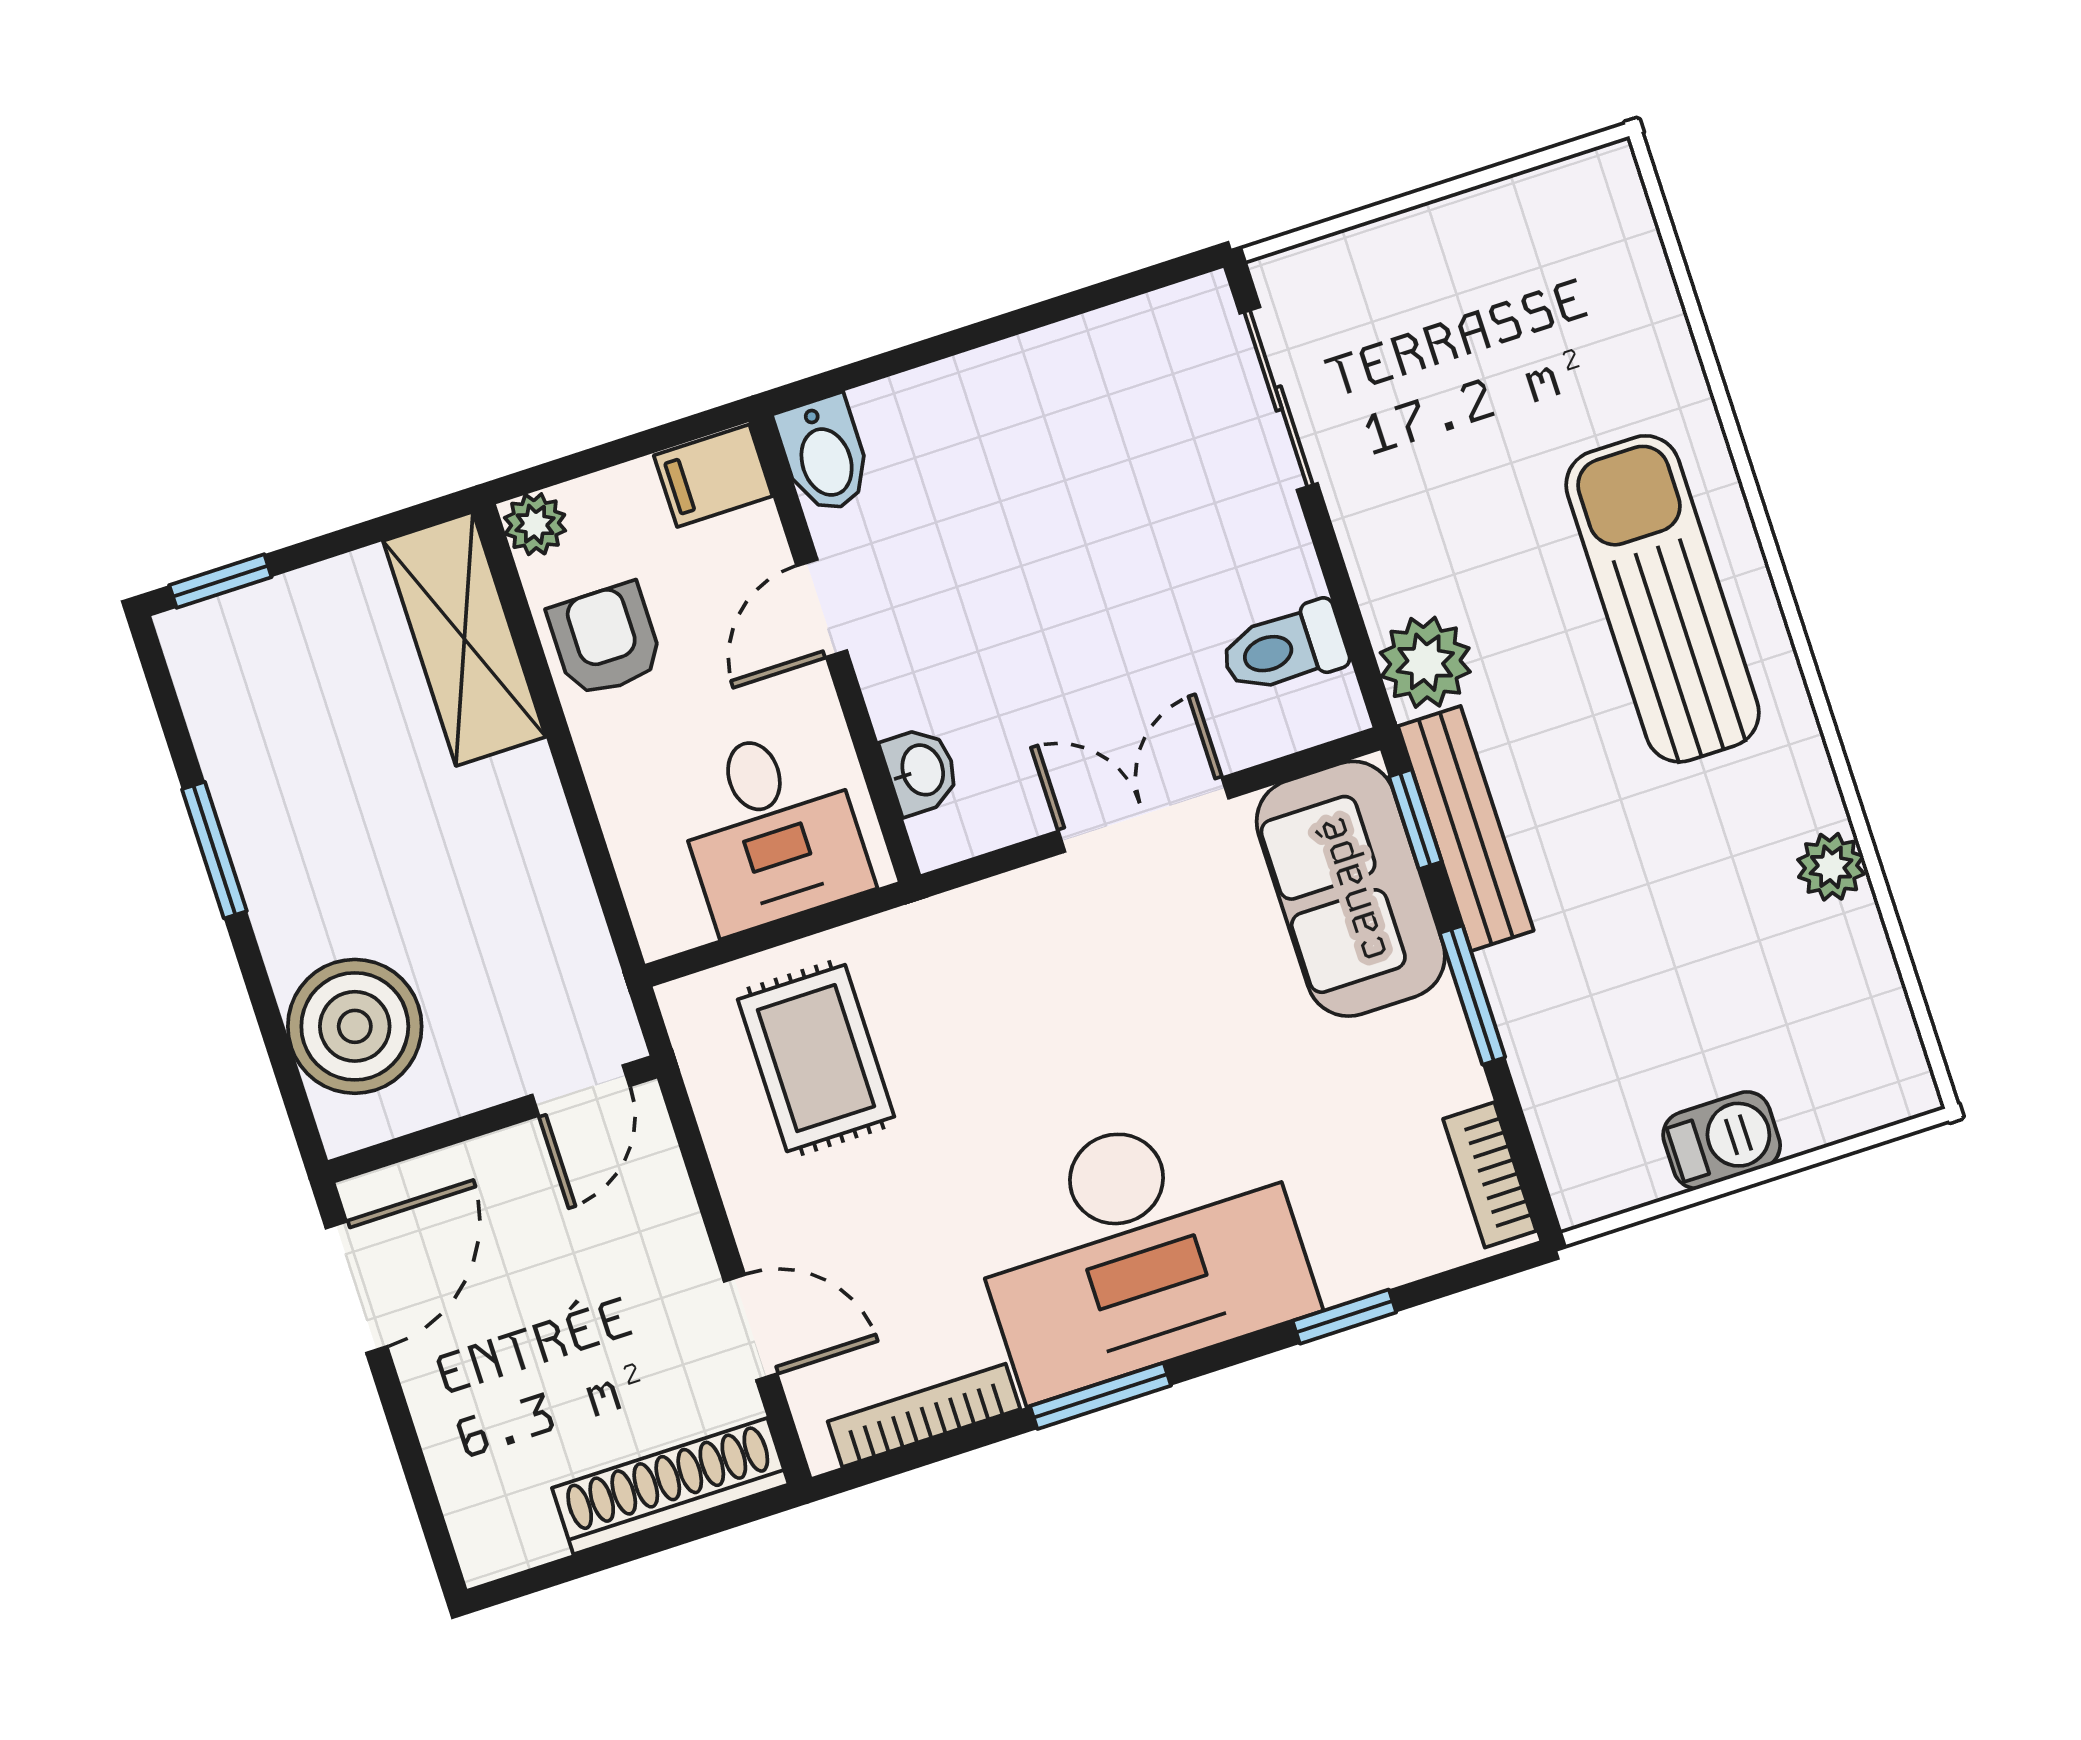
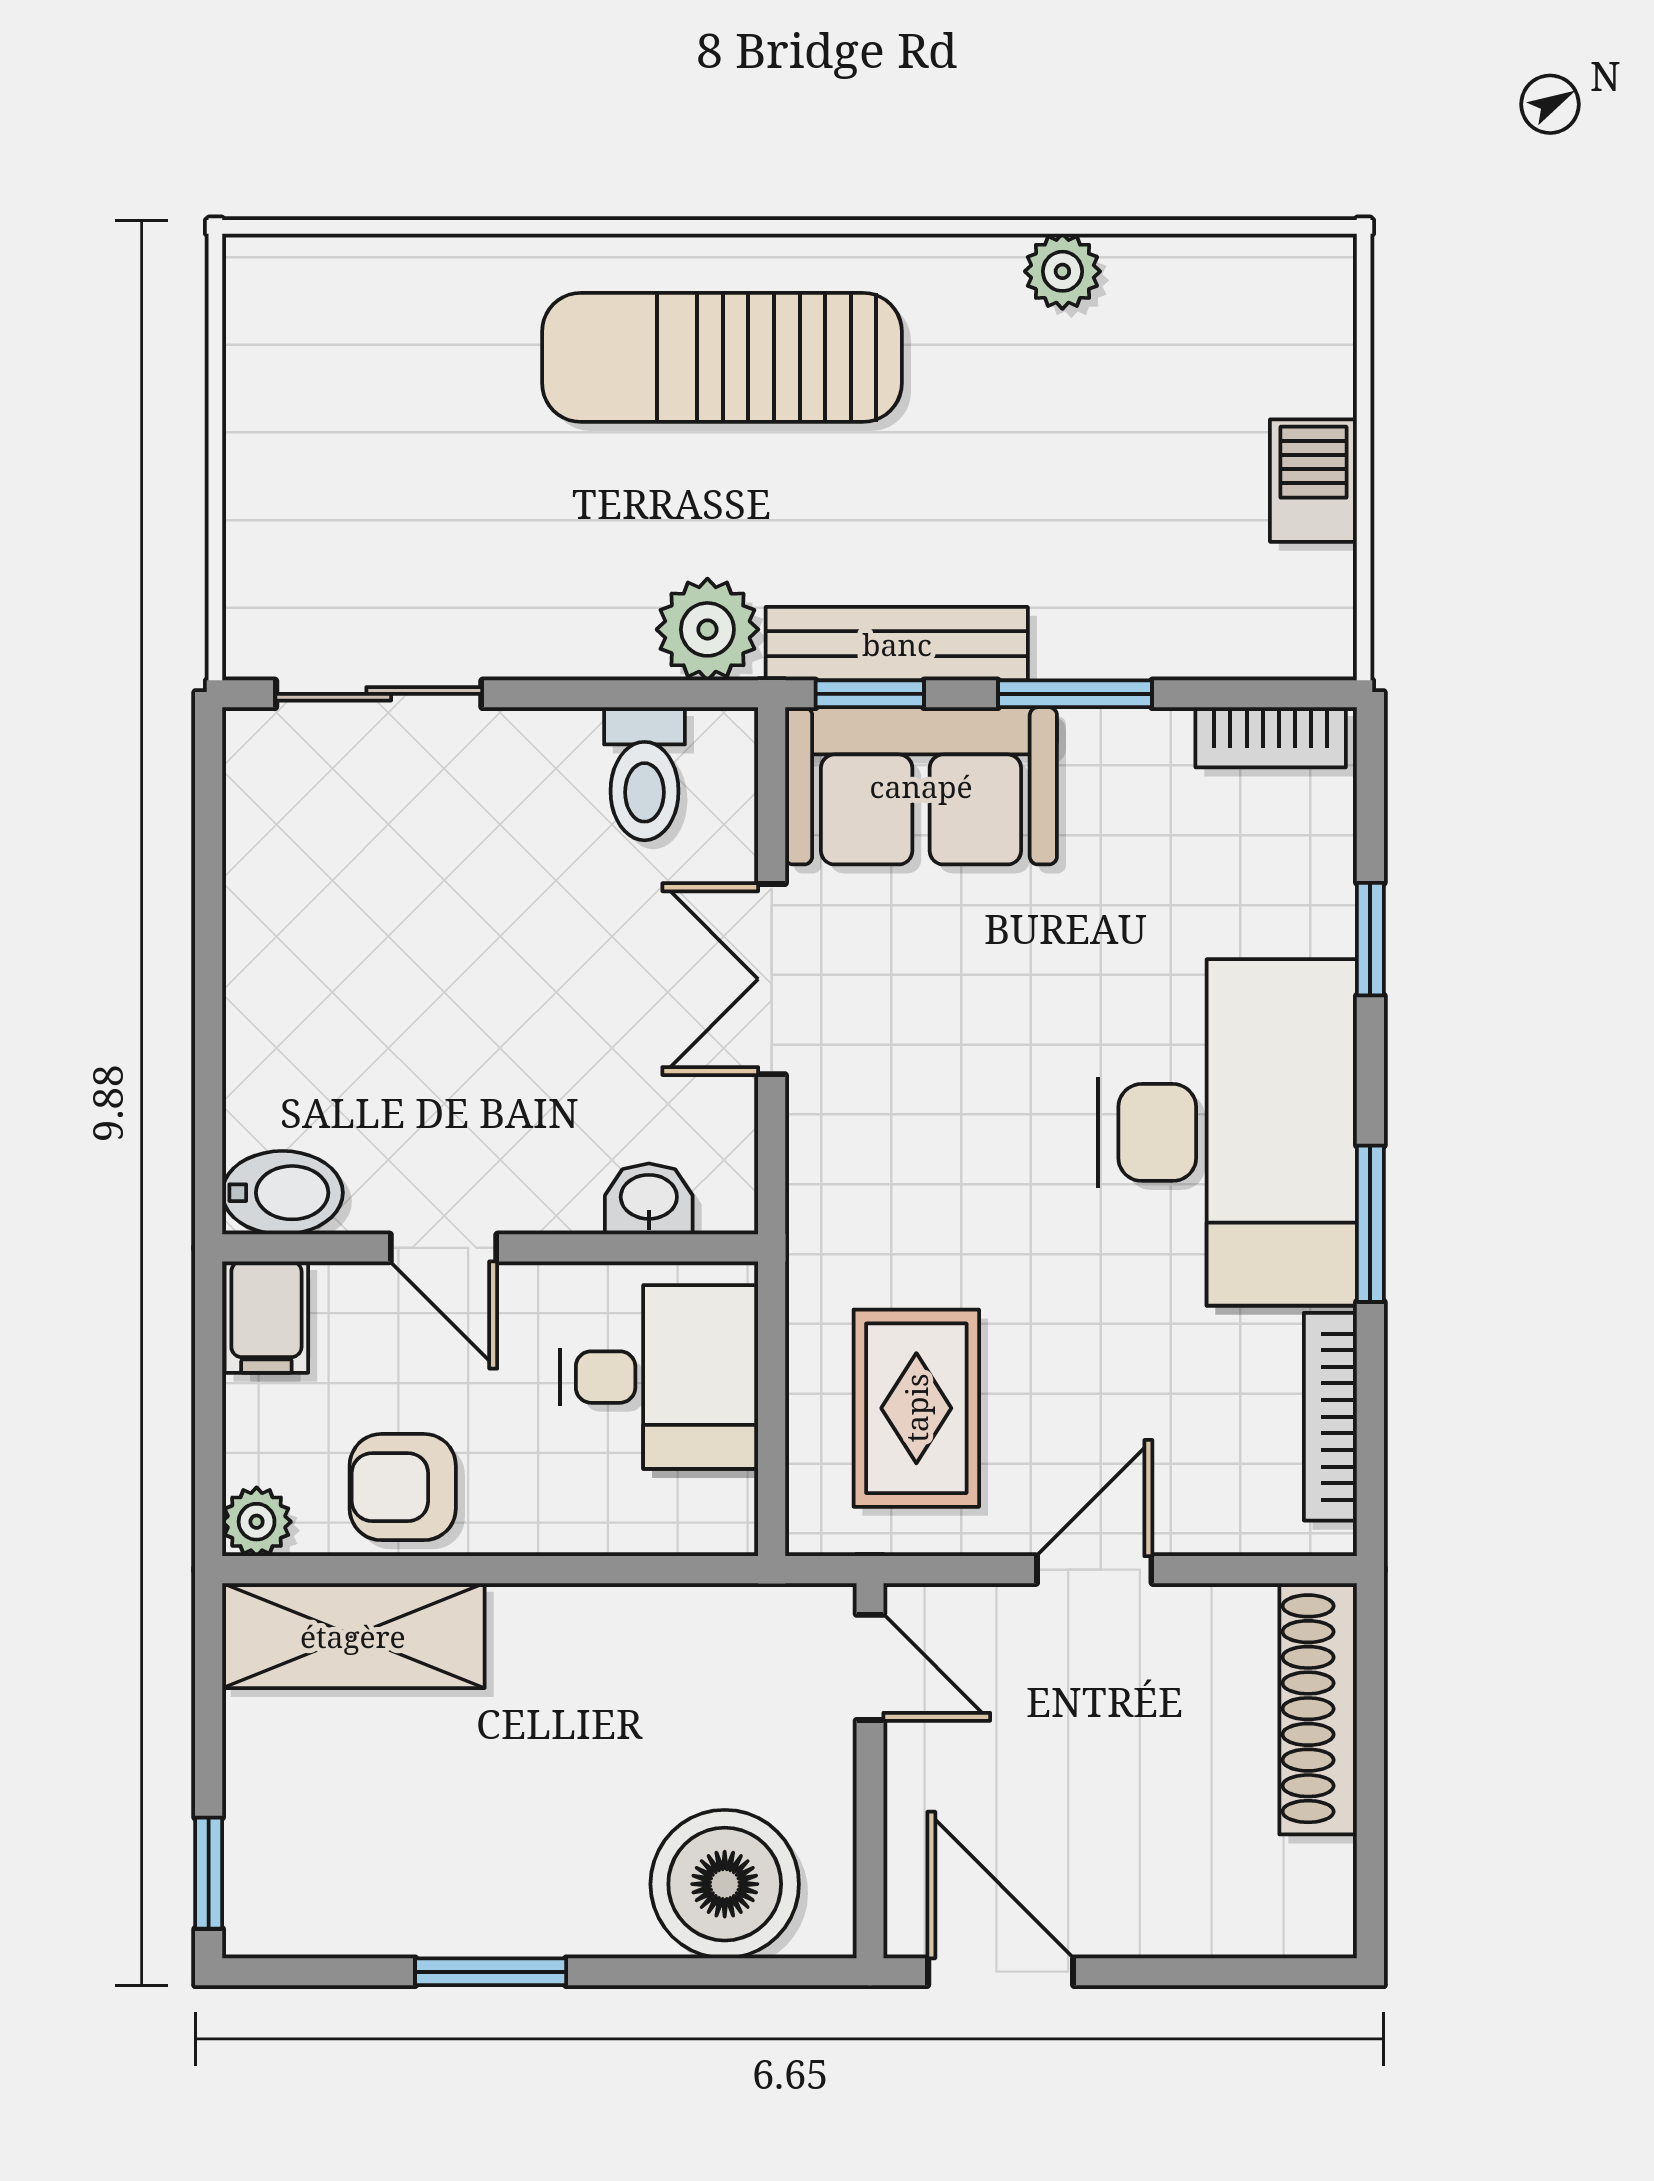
rug: (816, 1058) -> (916, 1408), turned 90
door: (751, 1327) -> (1094, 1570), moved

